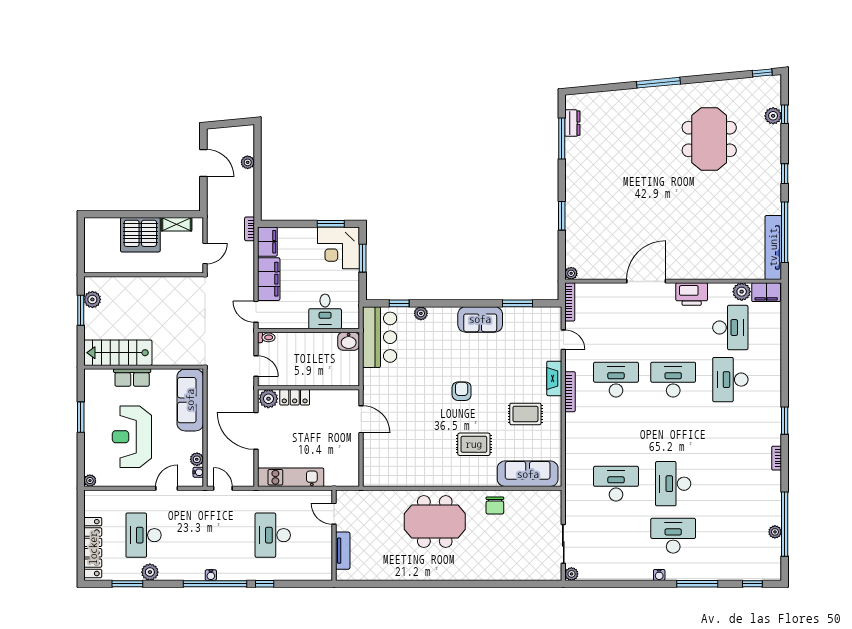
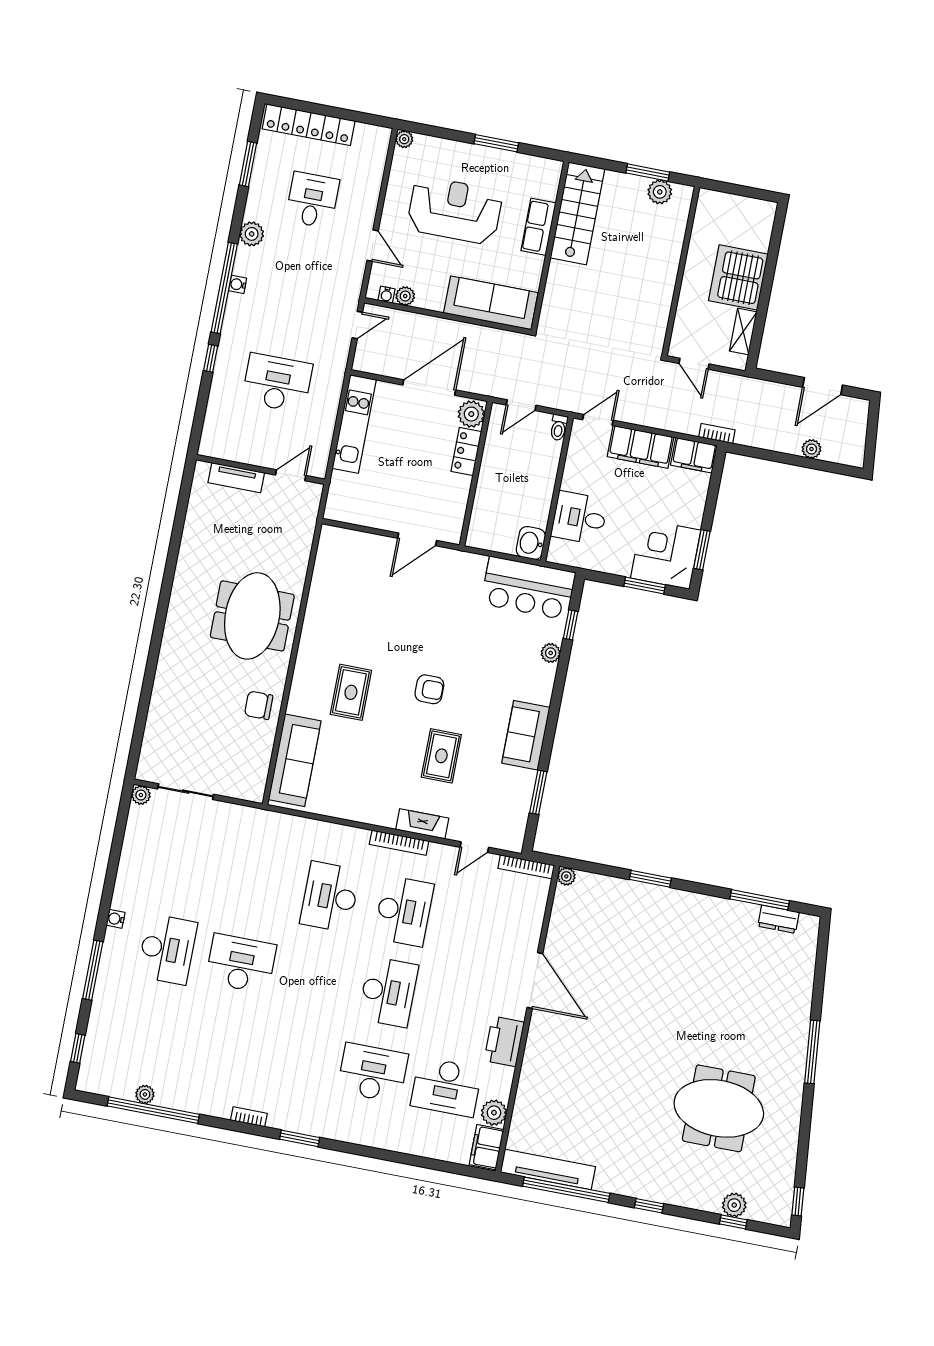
rug: (525, 414) -> (441, 756), moved
desk: (616, 484) -> (330, 897), moved, turned 180
desk: (144, 535) -> (312, 200), width x0.73
plant: (150, 572) -> (252, 234), moved

